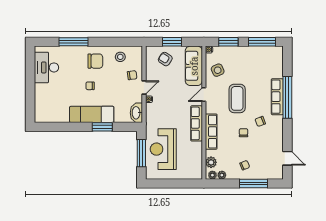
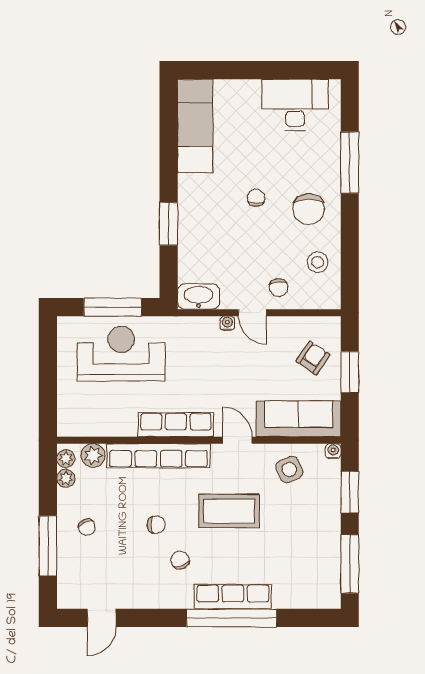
exam couch: (92, 114) -> (195, 126), moved
row of seats: (211, 132) -> (158, 456), width x1.36

